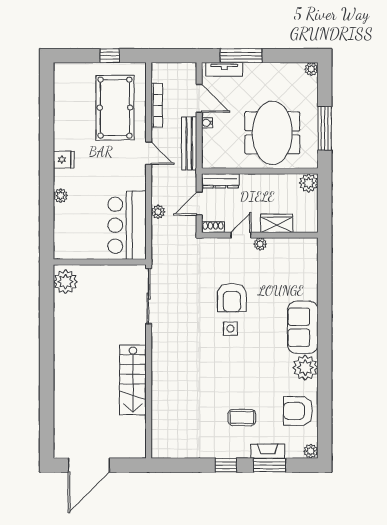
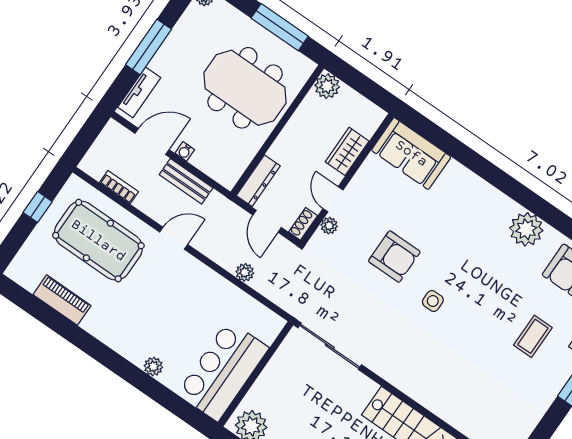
window: (241, 56) -> (148, 47), moved
bookcase: (157, 105) -> (119, 187), width x0.64
piano: (63, 111) -> (62, 300), added
bench: (189, 144) -> (186, 181), width x0.73
fridge: (64, 160) -> (116, 336), removed
bar counter: (127, 225) -> (223, 371), moved, turned 90
plant: (260, 244) -> (329, 226), moved
sofa: (303, 327) -> (411, 154), moved
side table: (230, 329) -> (433, 301), moved

